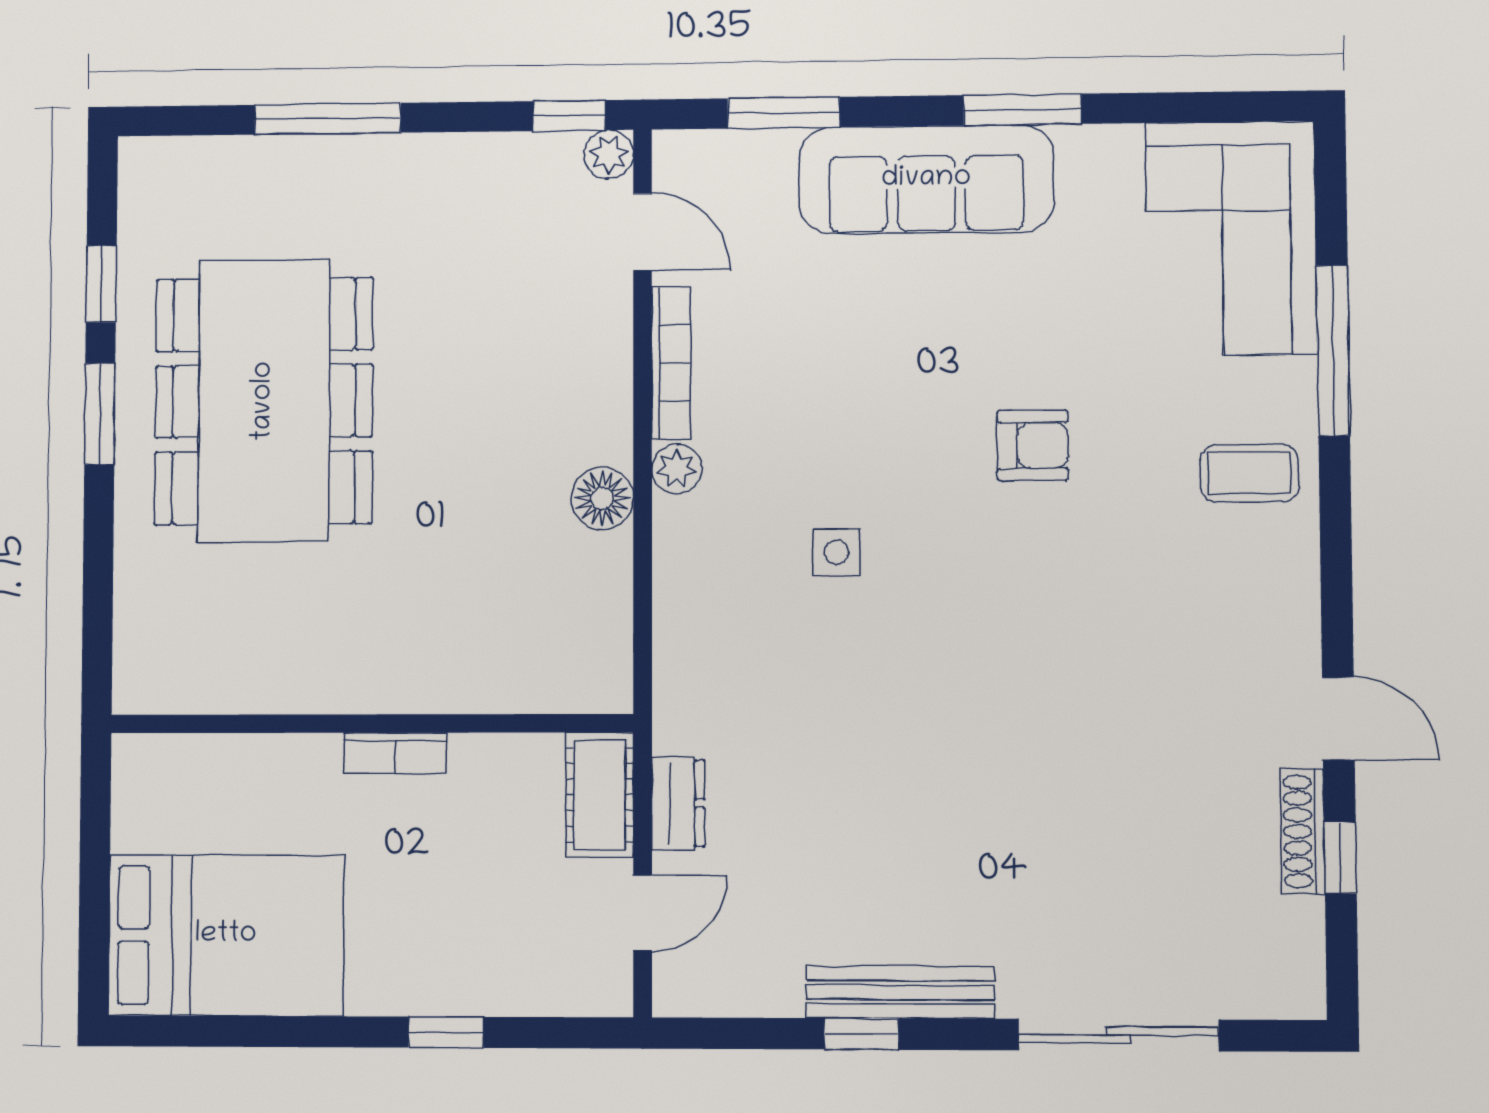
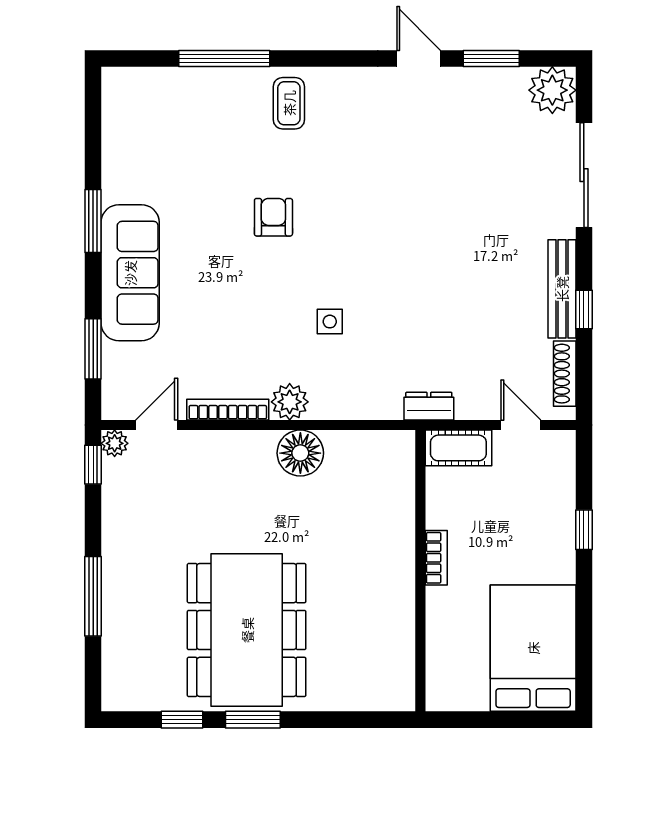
corner sofa: (1231, 238) -> (164, 111), removed
dining table: (264, 401) -> (247, 630), turned 90
plant: (677, 469) -> (290, 402), width x1.38, depth x1.38
floor lamp: (602, 498) -> (300, 453), width x1.38, depth x1.38
door: (1338, 719) -> (419, 58), hinge flipped
dresser: (678, 803) -> (429, 406), moved
shoe rack: (1303, 831) -> (565, 374), moved, turned 90
window: (1340, 858) -> (491, 58), width x1.50
plant: (1281, 975) -> (552, 90), added

